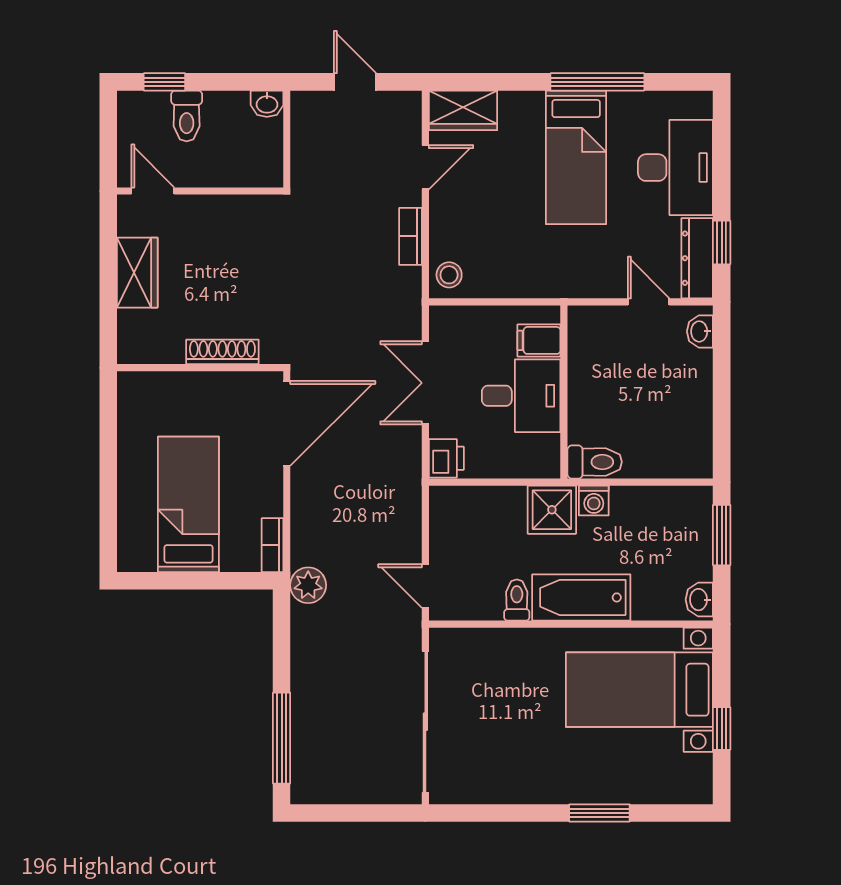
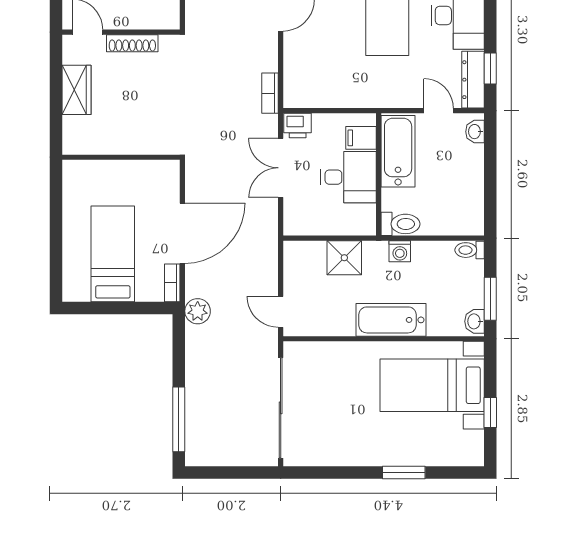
bookcase: (411, 236) -> (270, 93), moved
stool: (449, 275) -> (297, 91), removed
shoe rack: (222, 352) -> (132, 43), moved, turned 180
bathtub: (591, 359) -> (398, 151), added
door: (287, 423) -> (182, 233), moved
printer: (446, 458) -> (298, 125), moved, turned 90
shower: (552, 510) -> (344, 258), moved
window: (722, 535) -> (490, 299), moved
toilet: (517, 600) -> (470, 250), moved, turned -90

